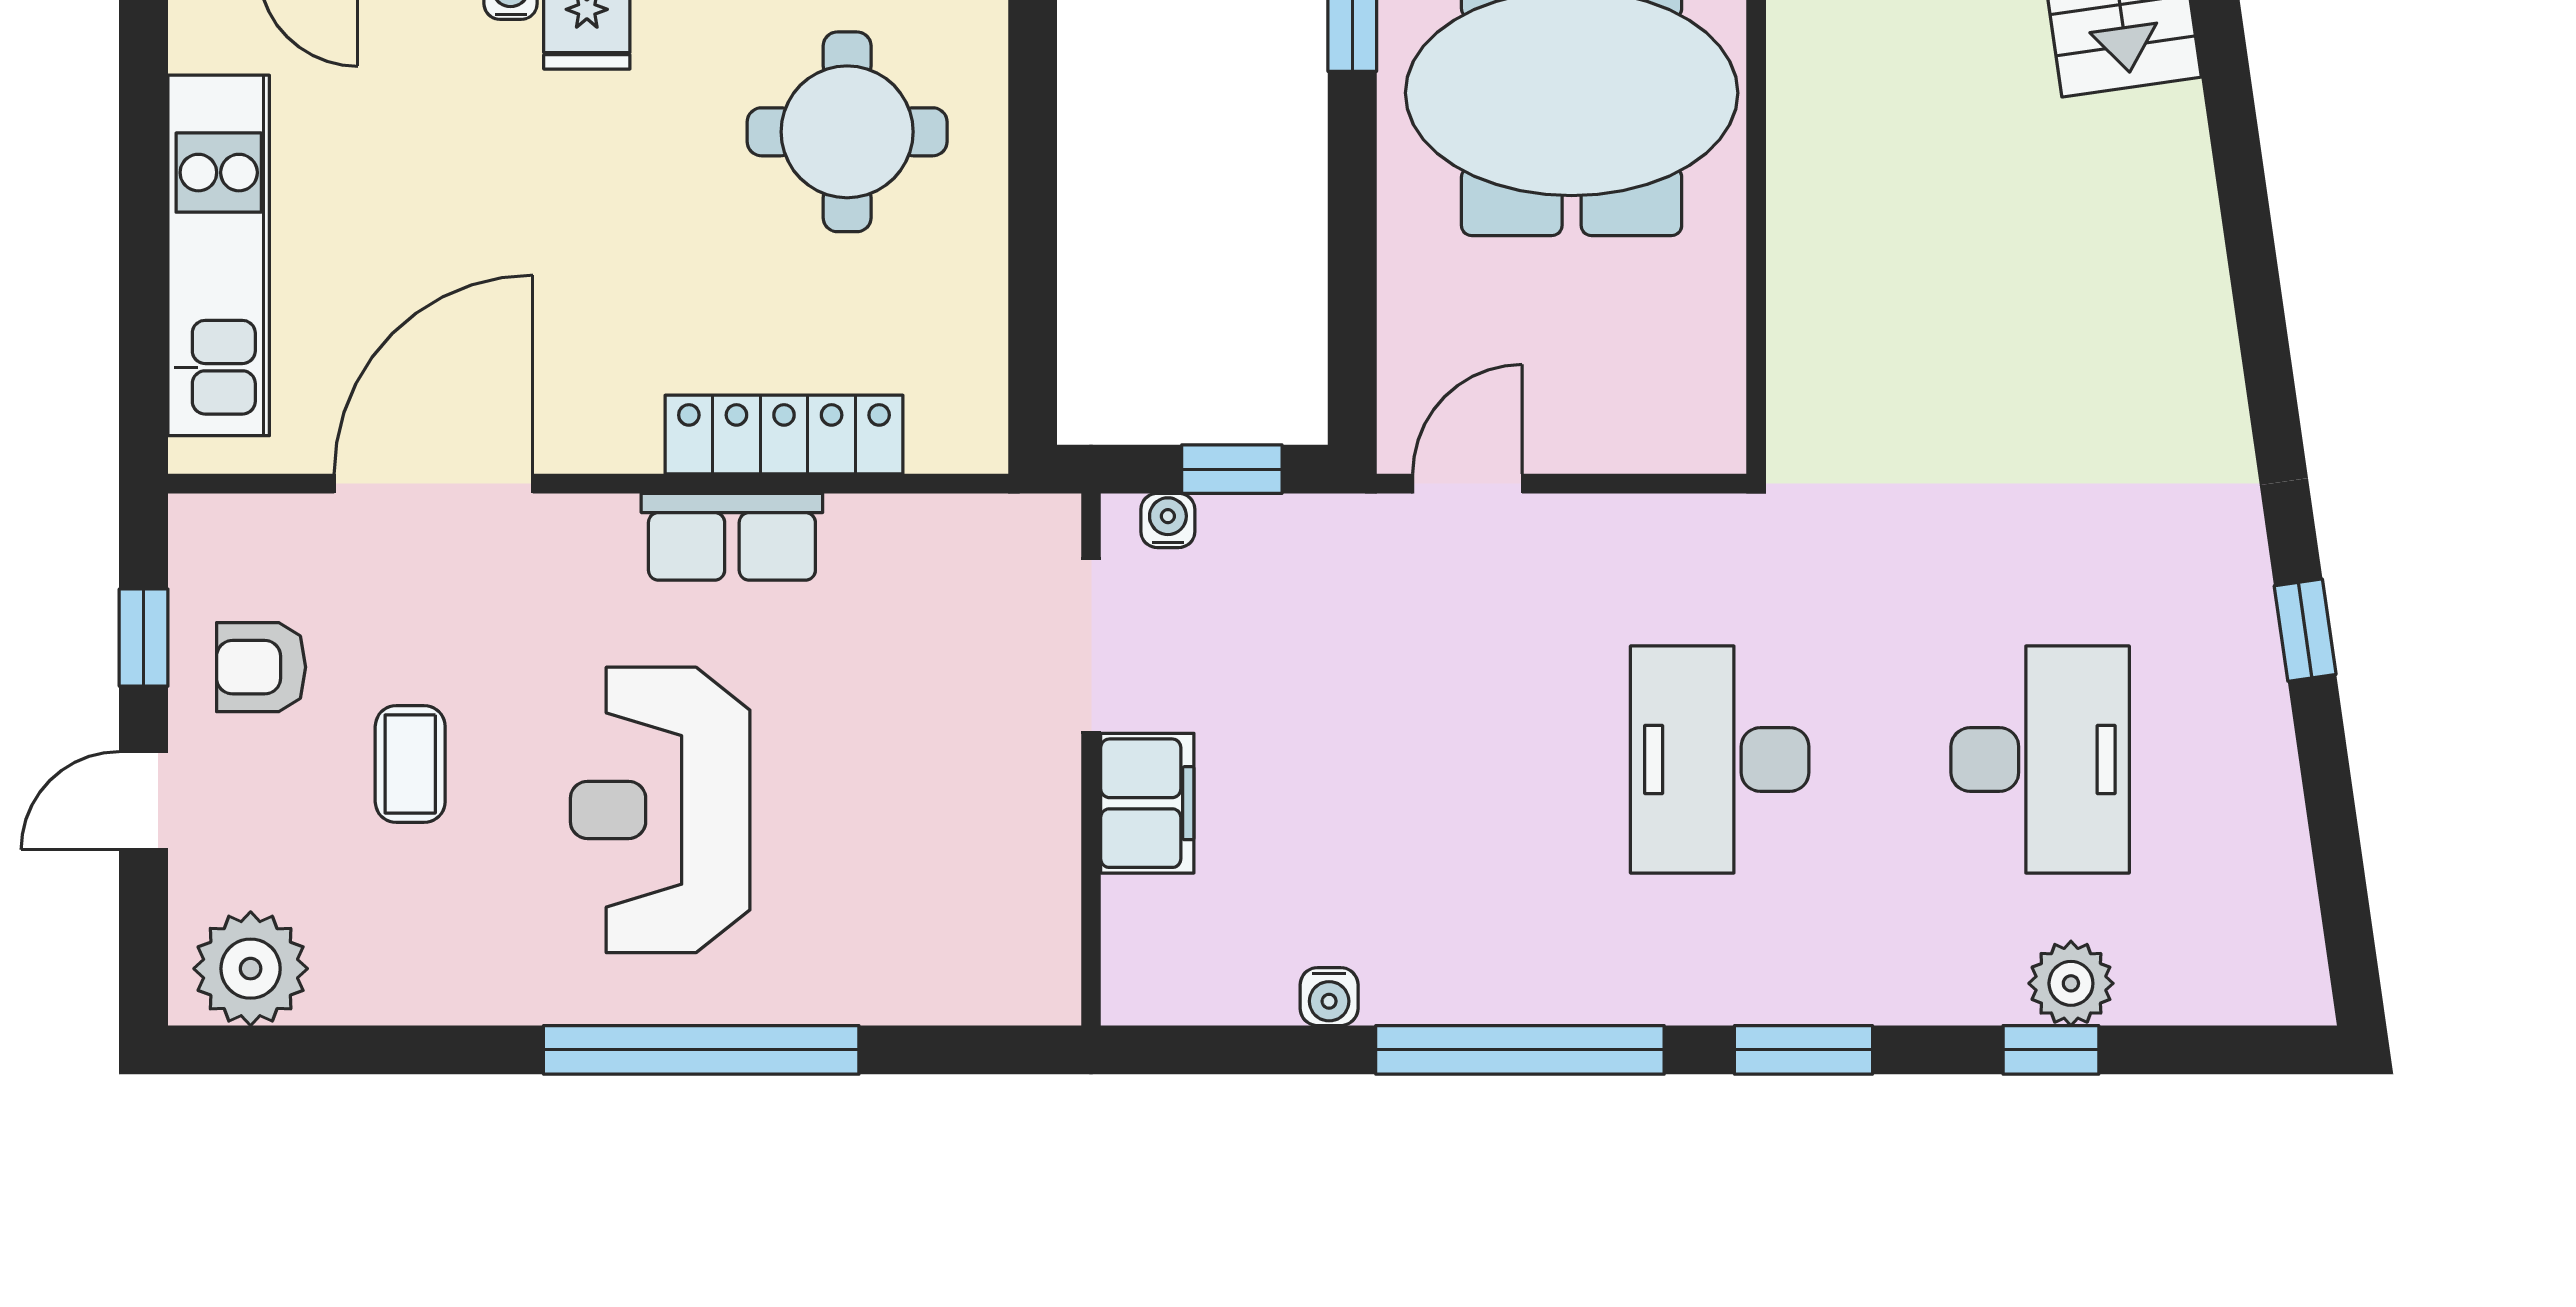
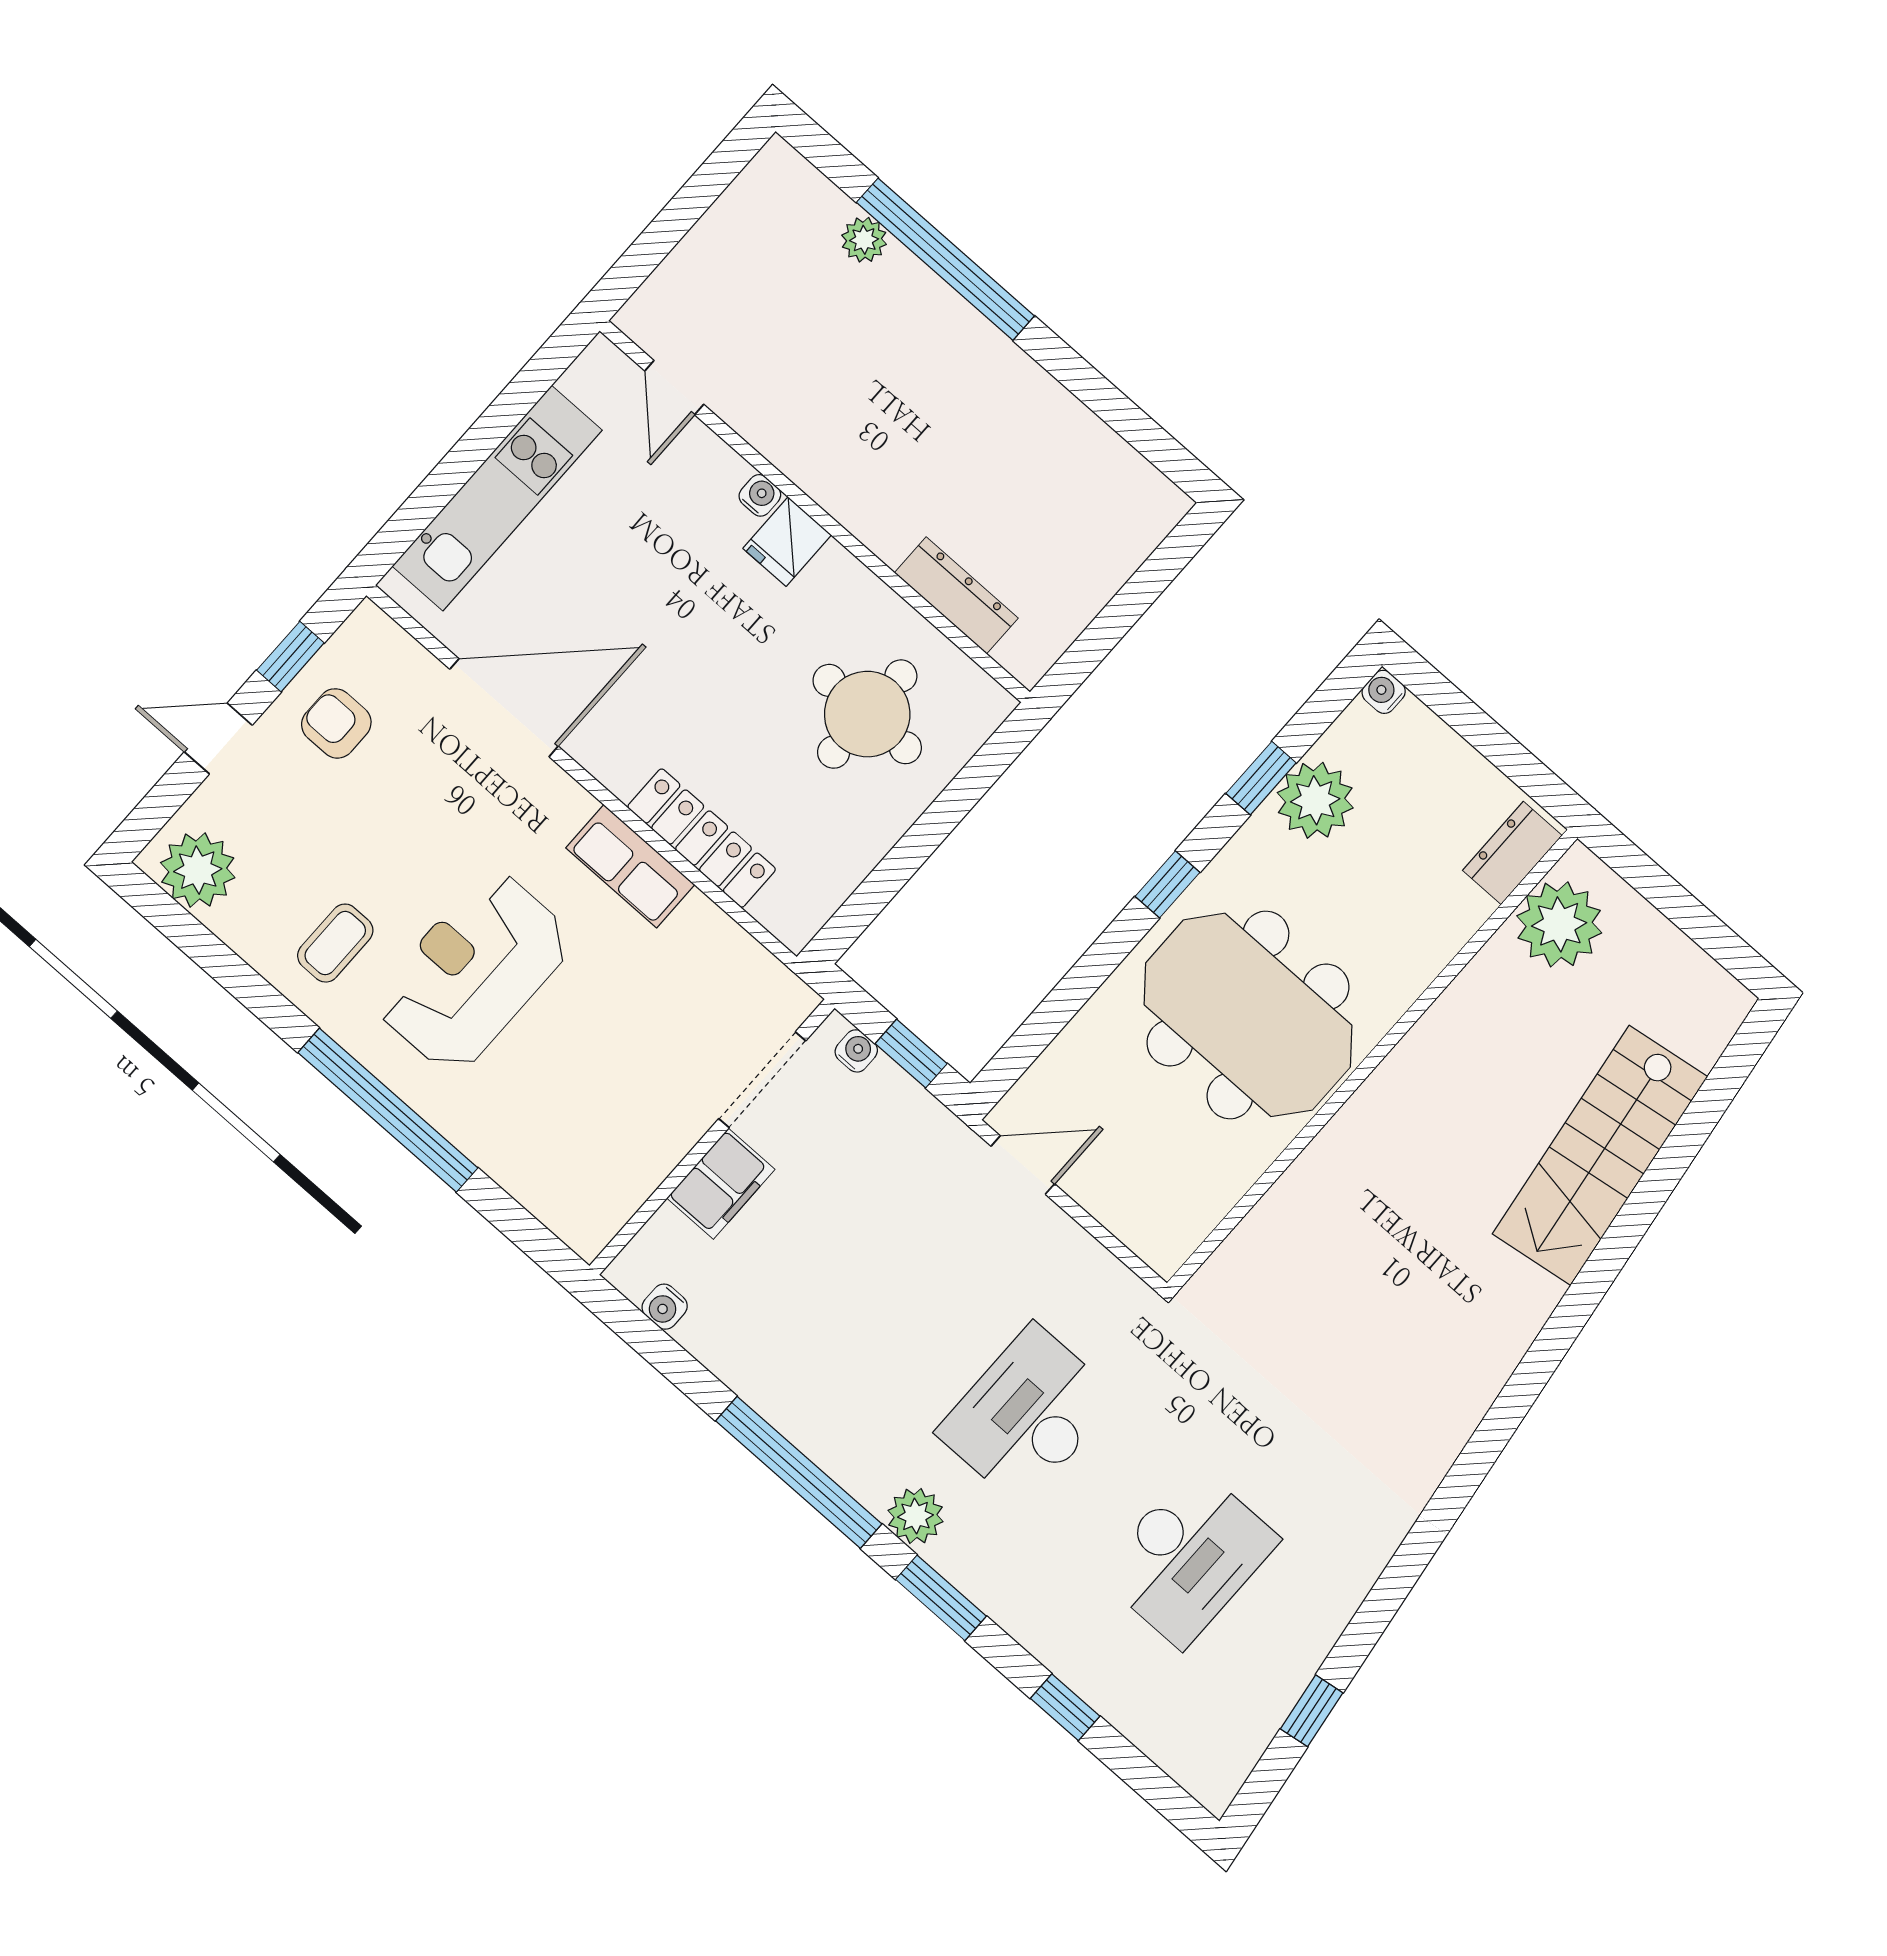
window: (2305, 630) -> (1312, 1711), moved
coffee table: (410, 764) -> (335, 943), moved
plant: (2071, 983) -> (916, 1516), moved
water cooler: (1329, 997) -> (665, 1307), moved

